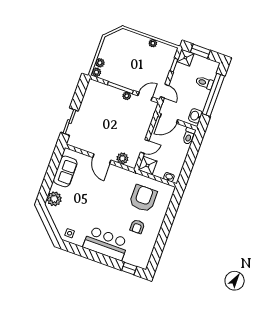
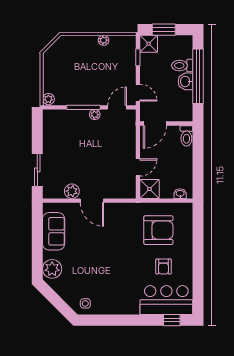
plant: (100, 63) -> (48, 87), removed
washbasin: (195, 116) -> (185, 81), moved
plant: (122, 158) -> (72, 191), moved
armchair: (143, 198) -> (158, 230), turned 90
bar counter: (106, 243) -> (166, 300), moved

